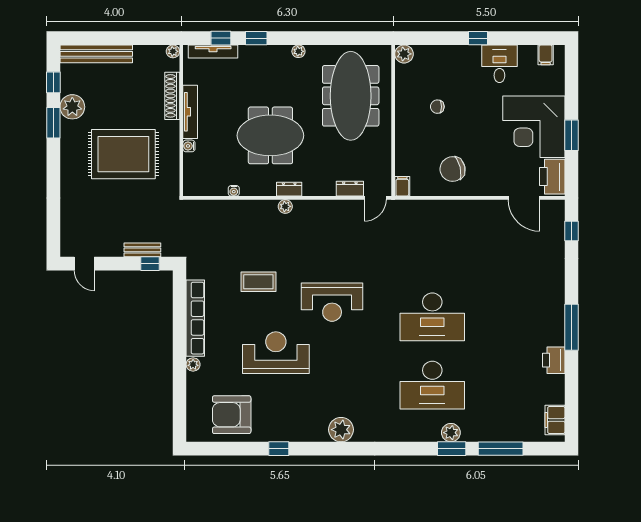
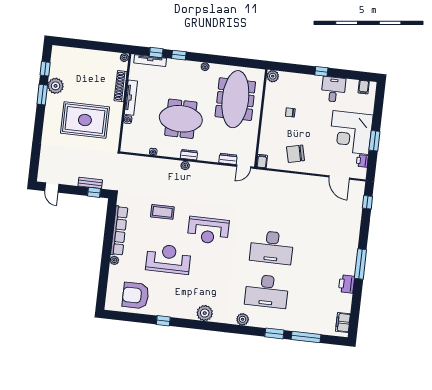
bench: (96, 54) -> (75, 54), removed
printer: (552, 177) -> (362, 161), width x0.53, depth x0.68
plant: (451, 433) -> (243, 319), moved

